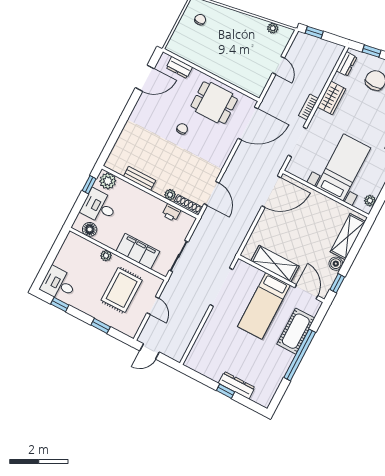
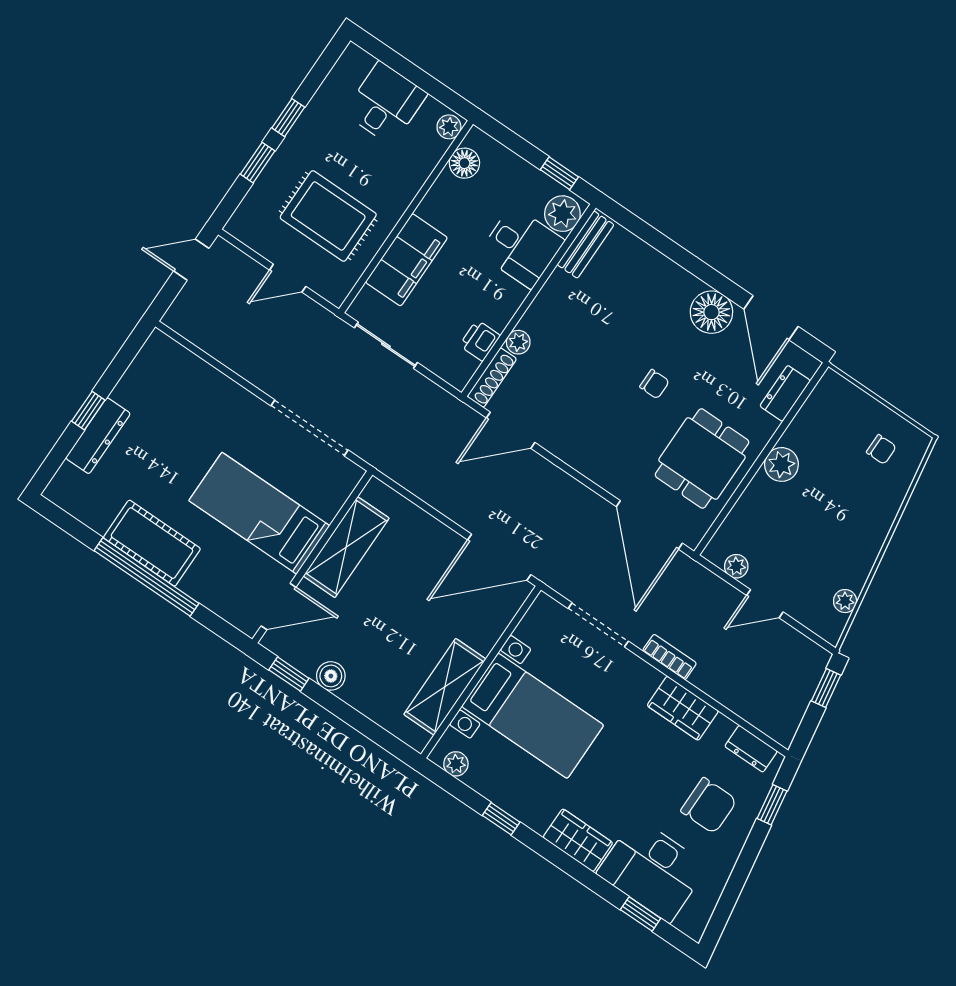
plant: (213, 65) -> (781, 464), added
plant: (262, 81) -> (736, 566), added
floor lamp: (145, 106) -> (711, 312), added
bench: (140, 178) -> (585, 245), moved
door: (271, 192) -> (499, 557), hinge flipped
desk: (99, 207) -> (522, 247), moved, turned 90
shelving: (348, 237) -> (445, 687), moved, turned 90
plant: (106, 256) -> (449, 127), moved
desk: (59, 284) -> (385, 103), moved
window: (60, 305) -> (288, 118), moved
cot: (296, 331) -> (152, 543), moved
door: (150, 351) -> (191, 260), hinge flipped

